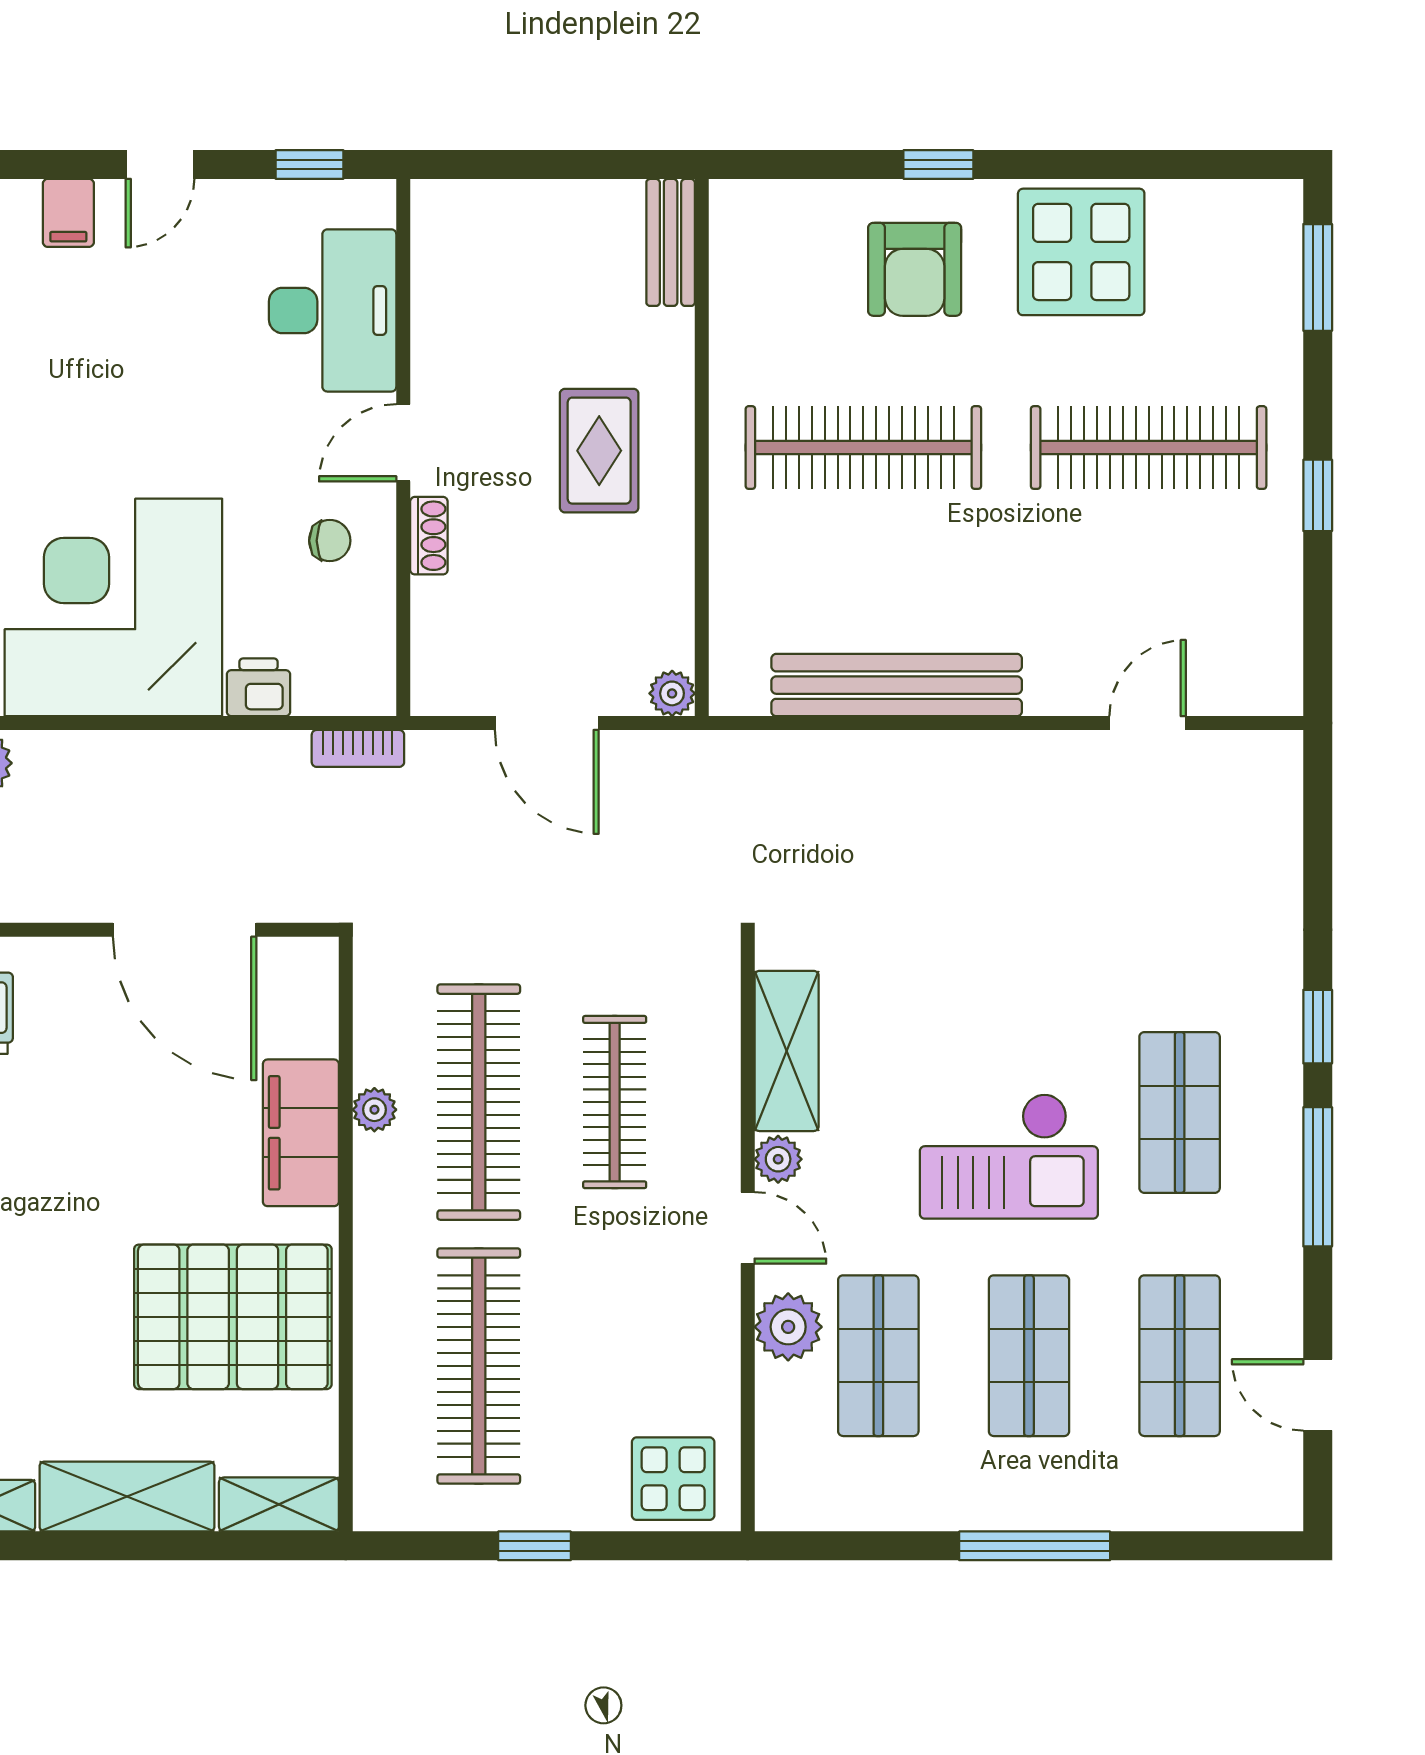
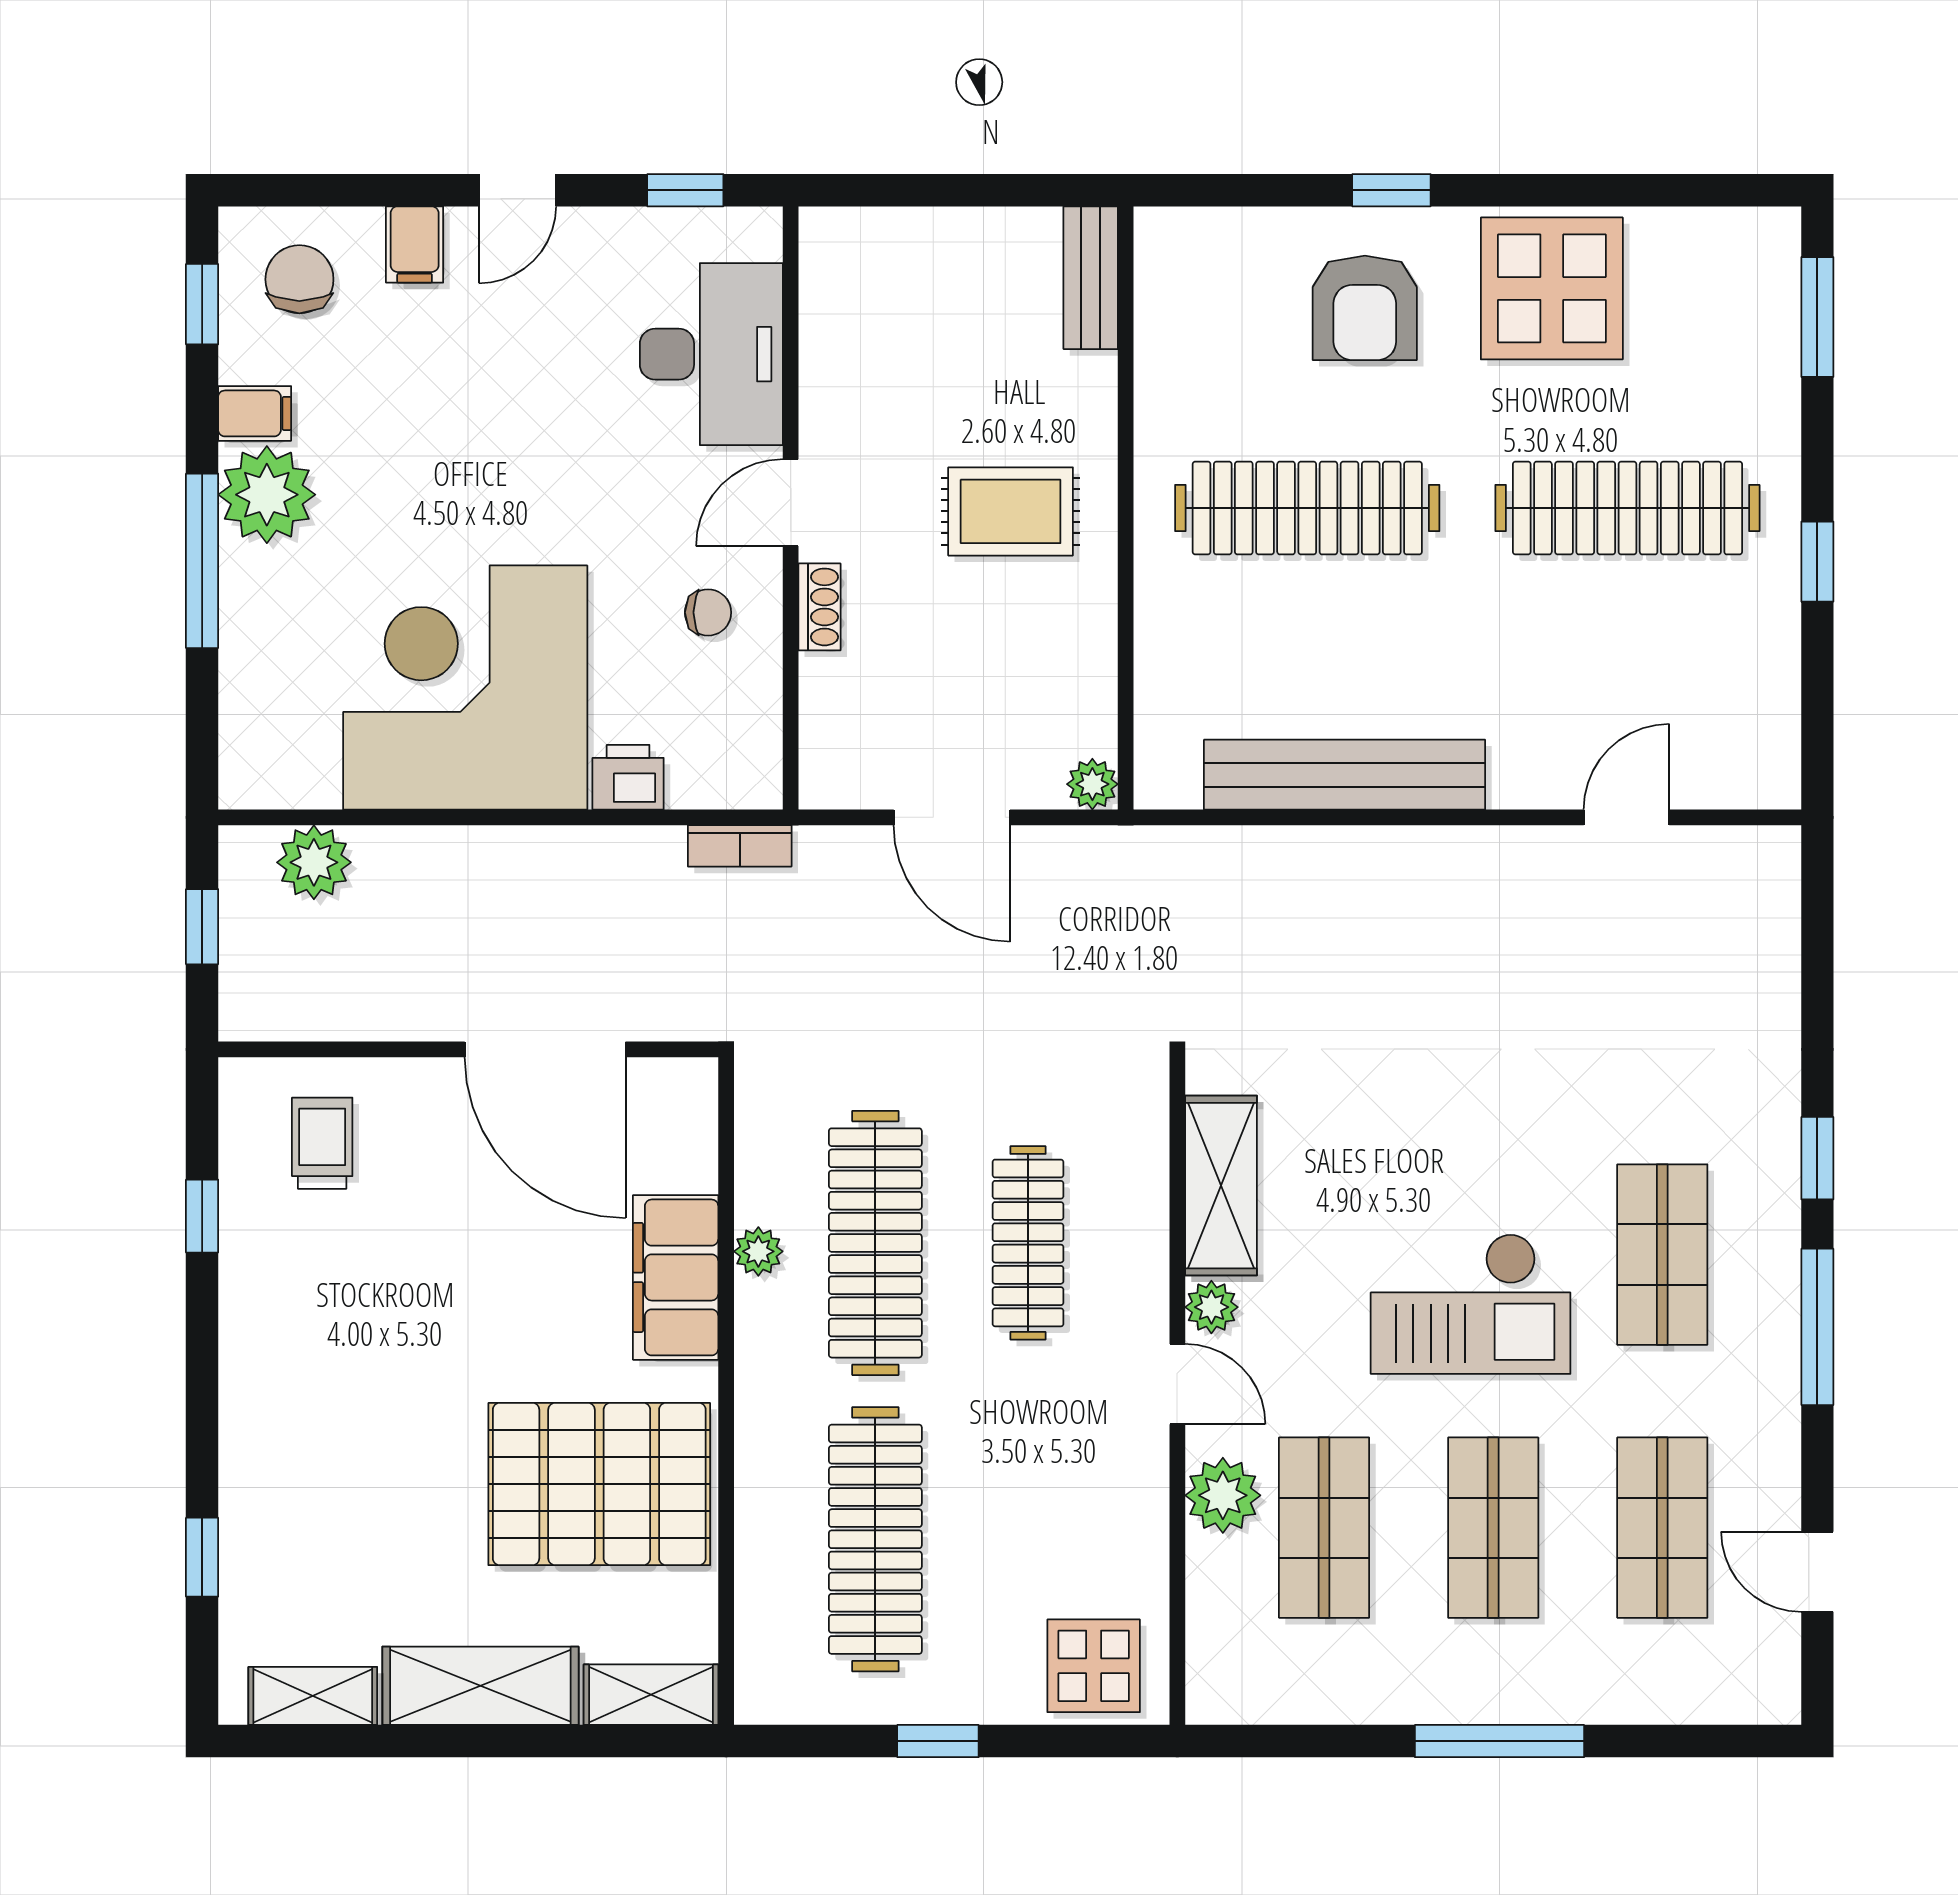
rug: (599, 451) -> (1011, 511), turned 90

